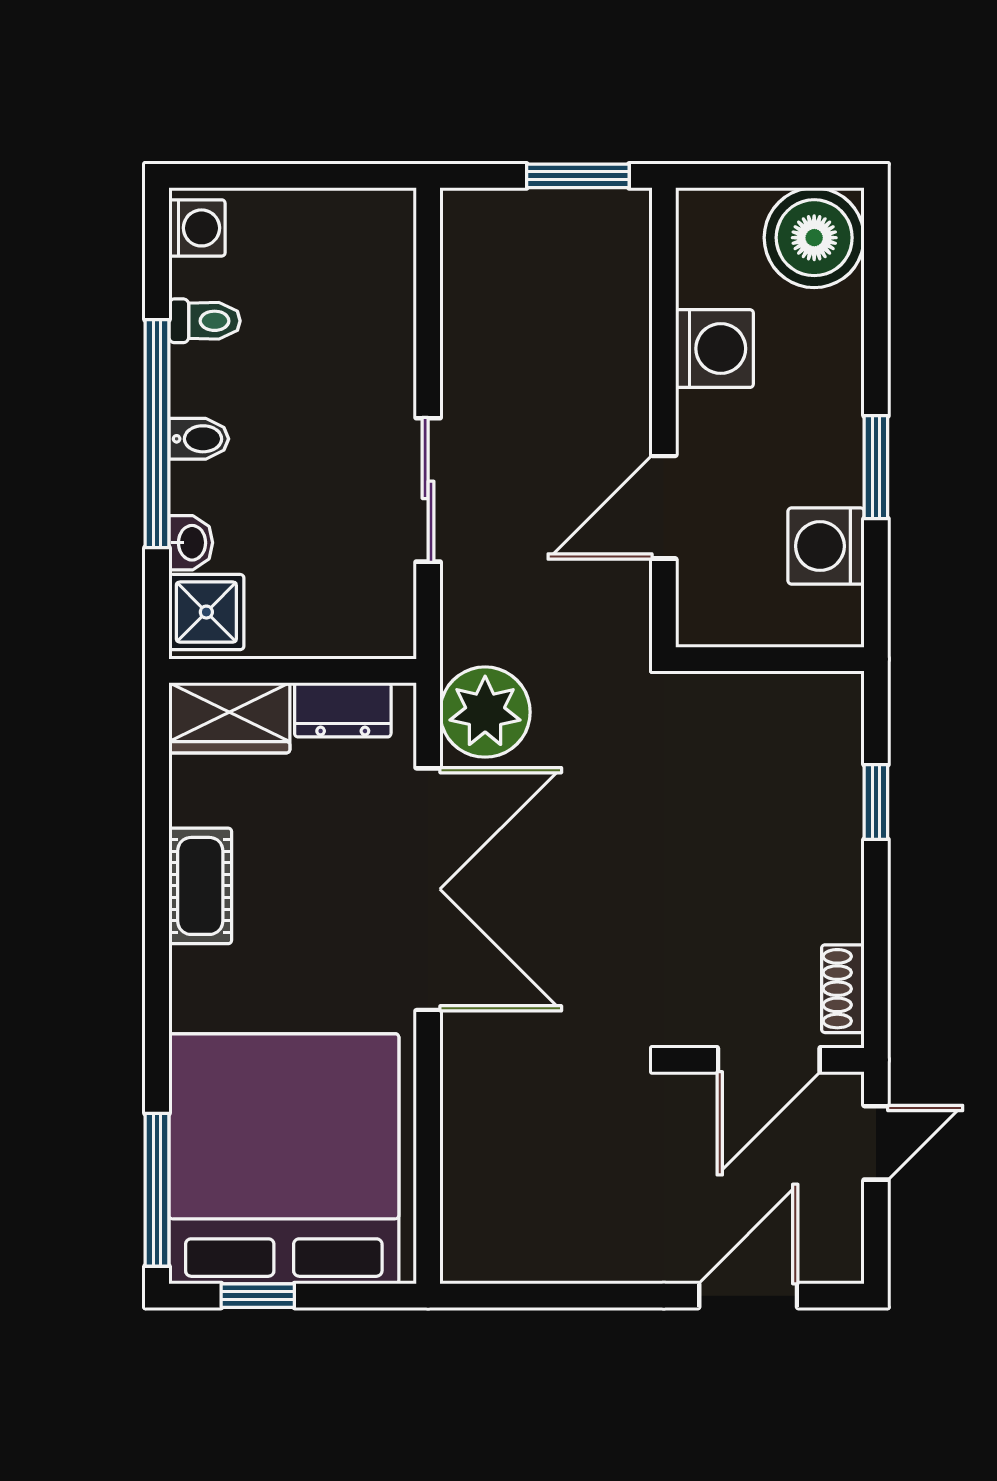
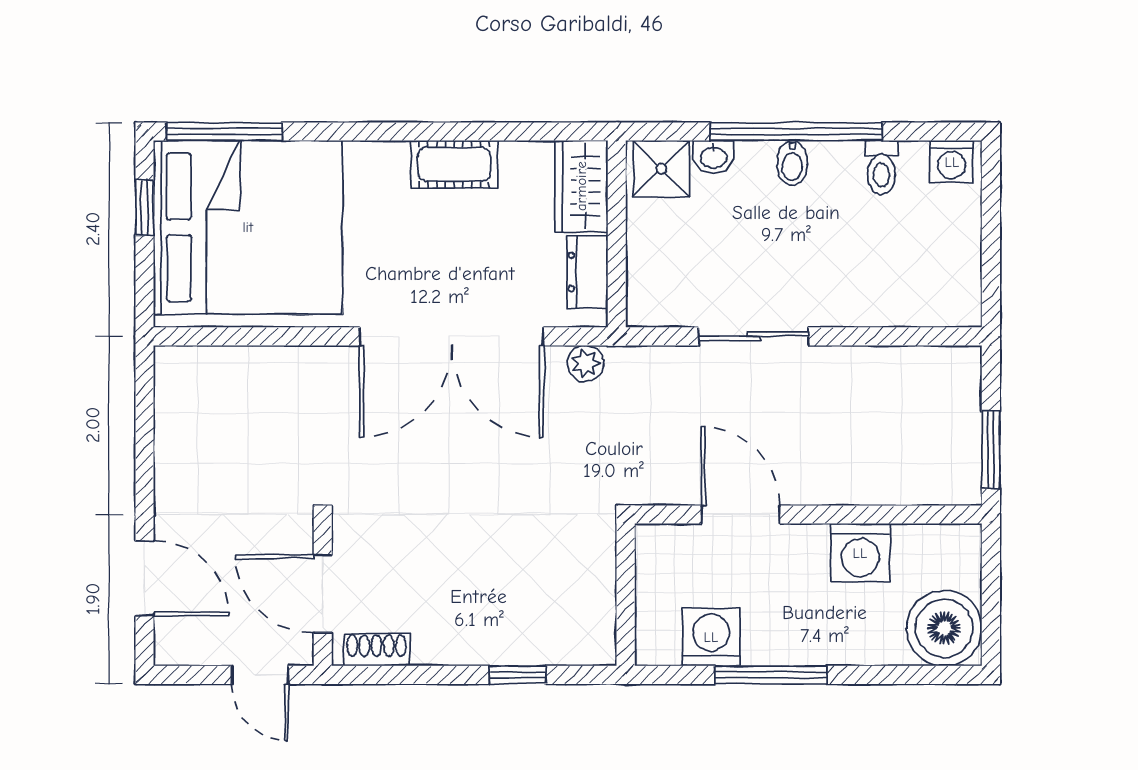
window: (876, 467) -> (771, 675), width x1.44
plant: (485, 712) -> (586, 363), width x0.53, depth x0.53

